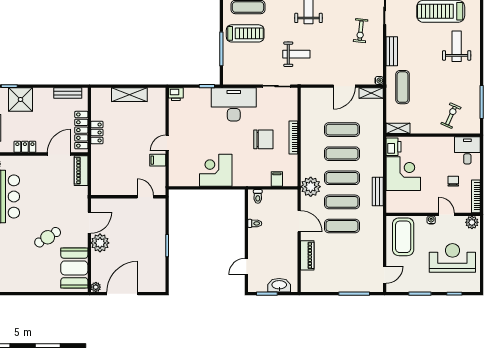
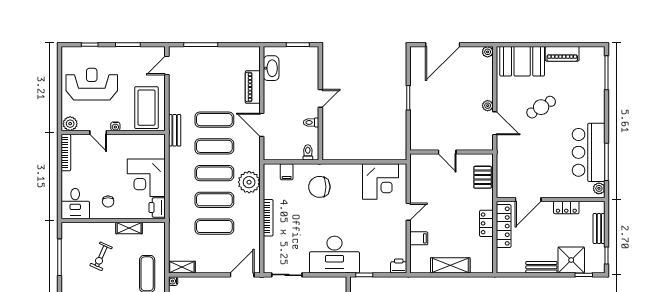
door: (344, 86) -> (242, 275), moved
bench: (68, 93) -> (541, 267), moved
exercise bike: (451, 116) -> (101, 256), moved
shelving: (398, 128) -> (129, 228), moved
chair: (263, 139) -> (319, 187), moved
filing cabinet: (158, 160) -> (419, 238), moved
corner desk: (216, 170) -> (380, 181), moved
piano: (81, 171) -> (562, 54), moved, turned 90
pallet: (100, 174) -> (483, 177), added
chair: (453, 181) -> (108, 202), moved
plant: (311, 187) -> (249, 182), moved
bench: (378, 192) -> (175, 130), moved
door: (145, 197) -> (447, 152), moved
door: (89, 223) -> (495, 123), swing flipped
plant: (100, 243) -> (488, 106), width x0.53, depth x0.53
reception desk: (452, 258) -> (92, 84), turned 180
door: (246, 266) -> (320, 98), moved
booth: (74, 268) -> (522, 61), moved, turned 90
washbasin: (279, 285) -> (271, 68), moved, turned -90
door: (122, 294) -> (443, 45), moved

